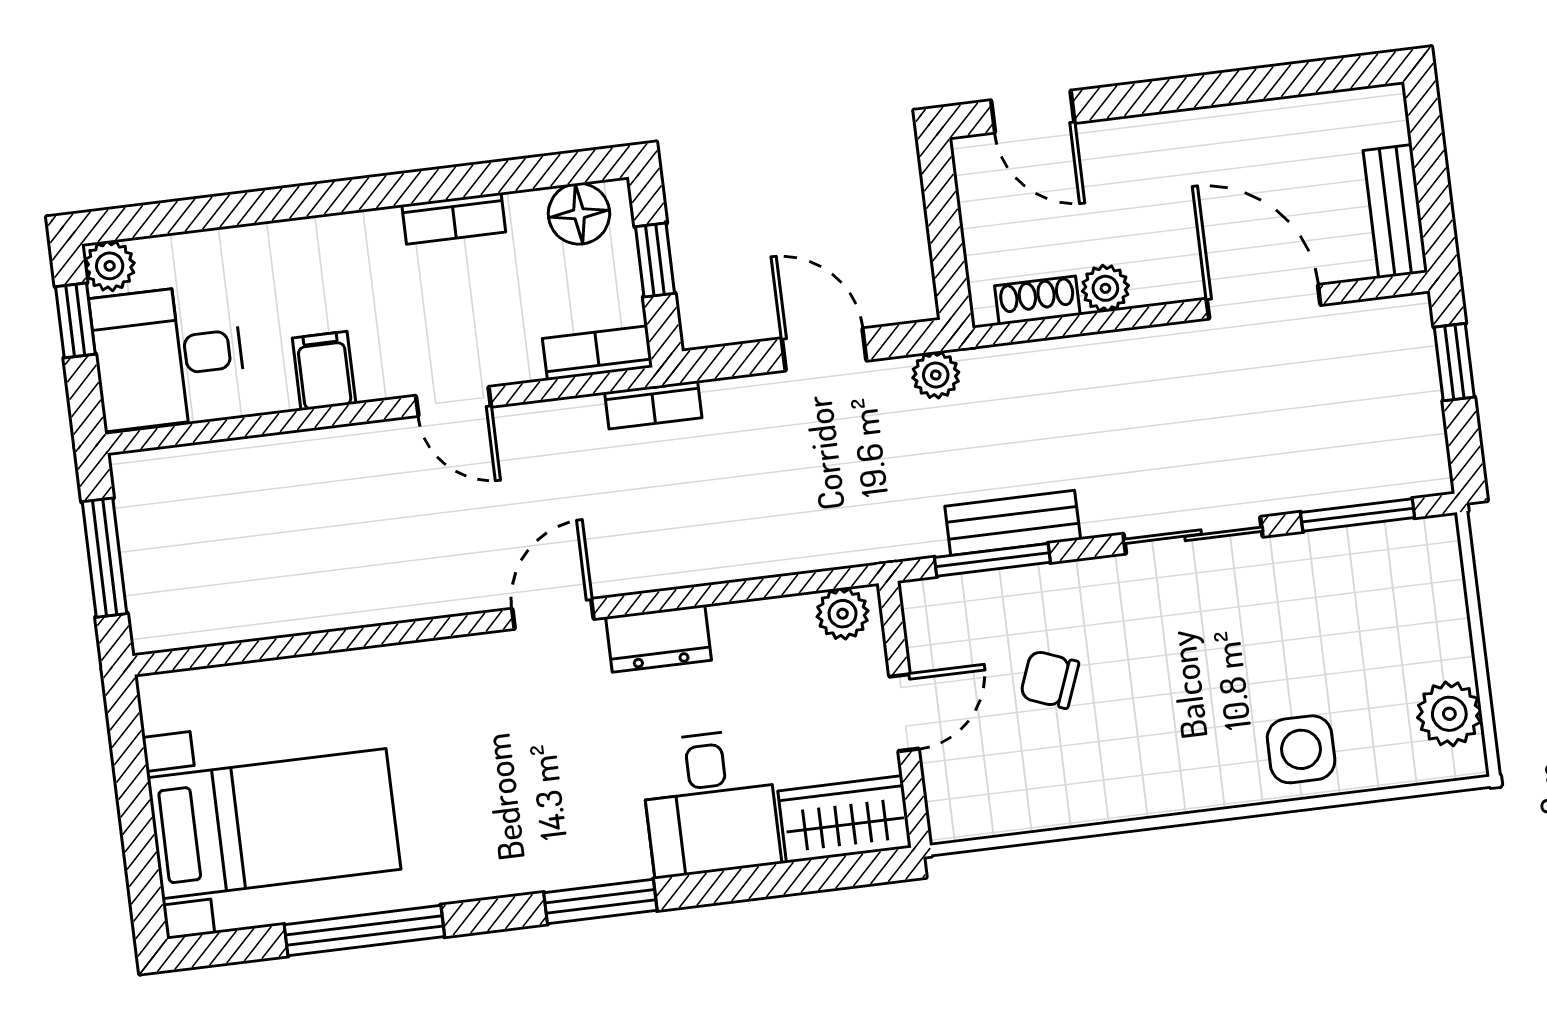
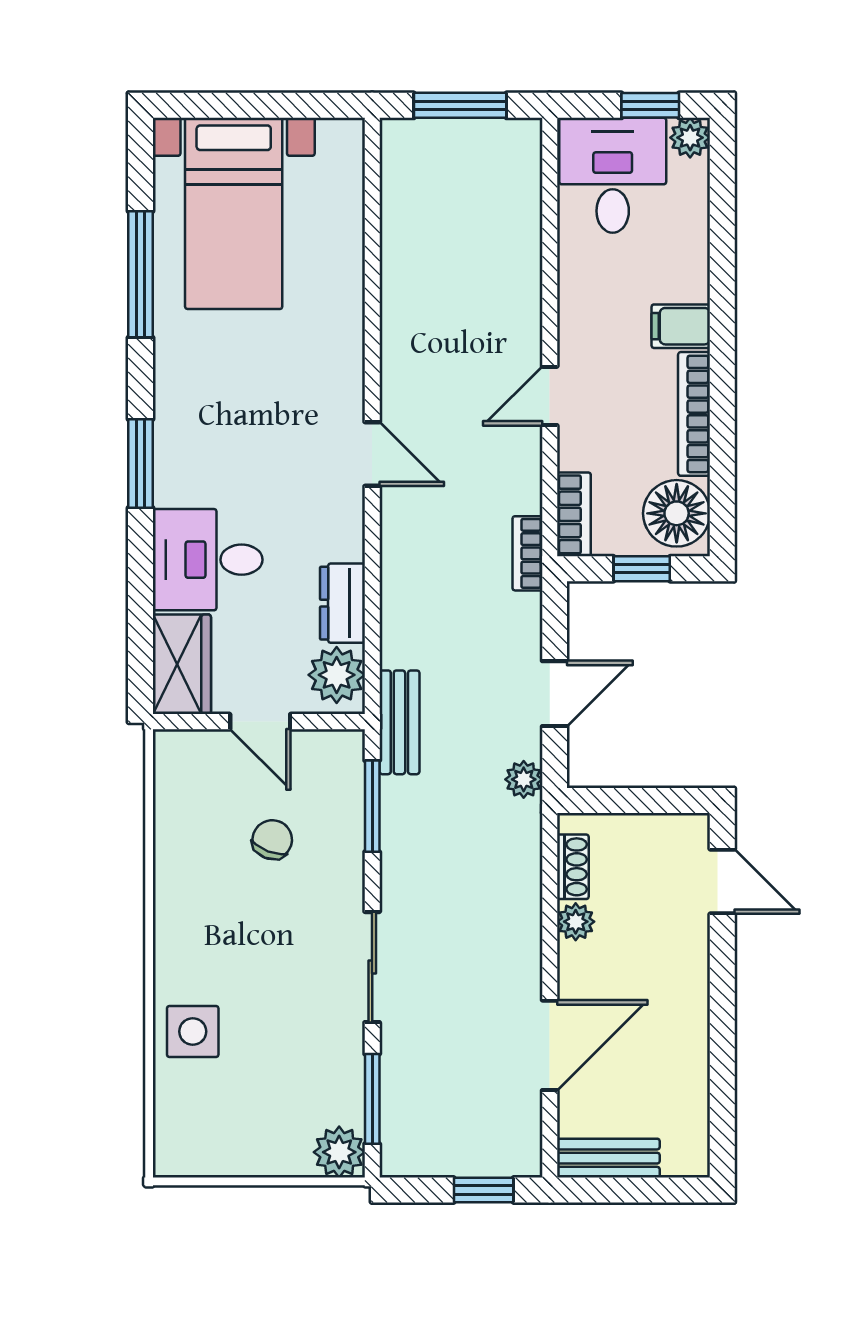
door: (1033, 112) -> (722, 881), swing flipped
floor lamp: (579, 214) -> (677, 513), width x1.38, depth x1.38
bookcase: (454, 218) -> (694, 414), width x1.56
filing cabinet: (324, 371) -> (681, 326), moved, turned 180
bench: (1013, 523) -> (399, 722), moved
plant: (843, 614) -> (337, 675), width x1.38, depth x1.38
dresser: (659, 639) -> (343, 603), moved
plant: (1449, 714) -> (339, 1152), moved

